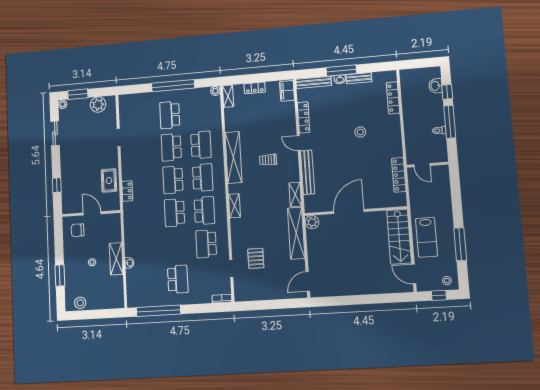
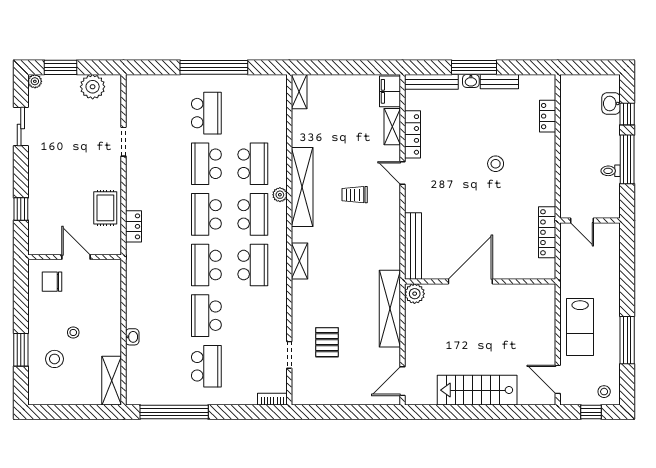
locker: (255, 88) -> (341, 82), removed
plant: (215, 91) -> (280, 195), moved
locker: (393, 98) -> (548, 116), width x0.66
school desk: (170, 115) -> (206, 113), turned 180
bench: (308, 172) -> (413, 246), moved
shelving: (295, 194) -> (392, 127), moved
stairs: (399, 237) -> (477, 390), moved, turned 90
school desk: (206, 244) -> (206, 316), moved
shelving: (116, 259) -> (112, 381), moved
stool: (80, 303) -> (55, 359), moved

